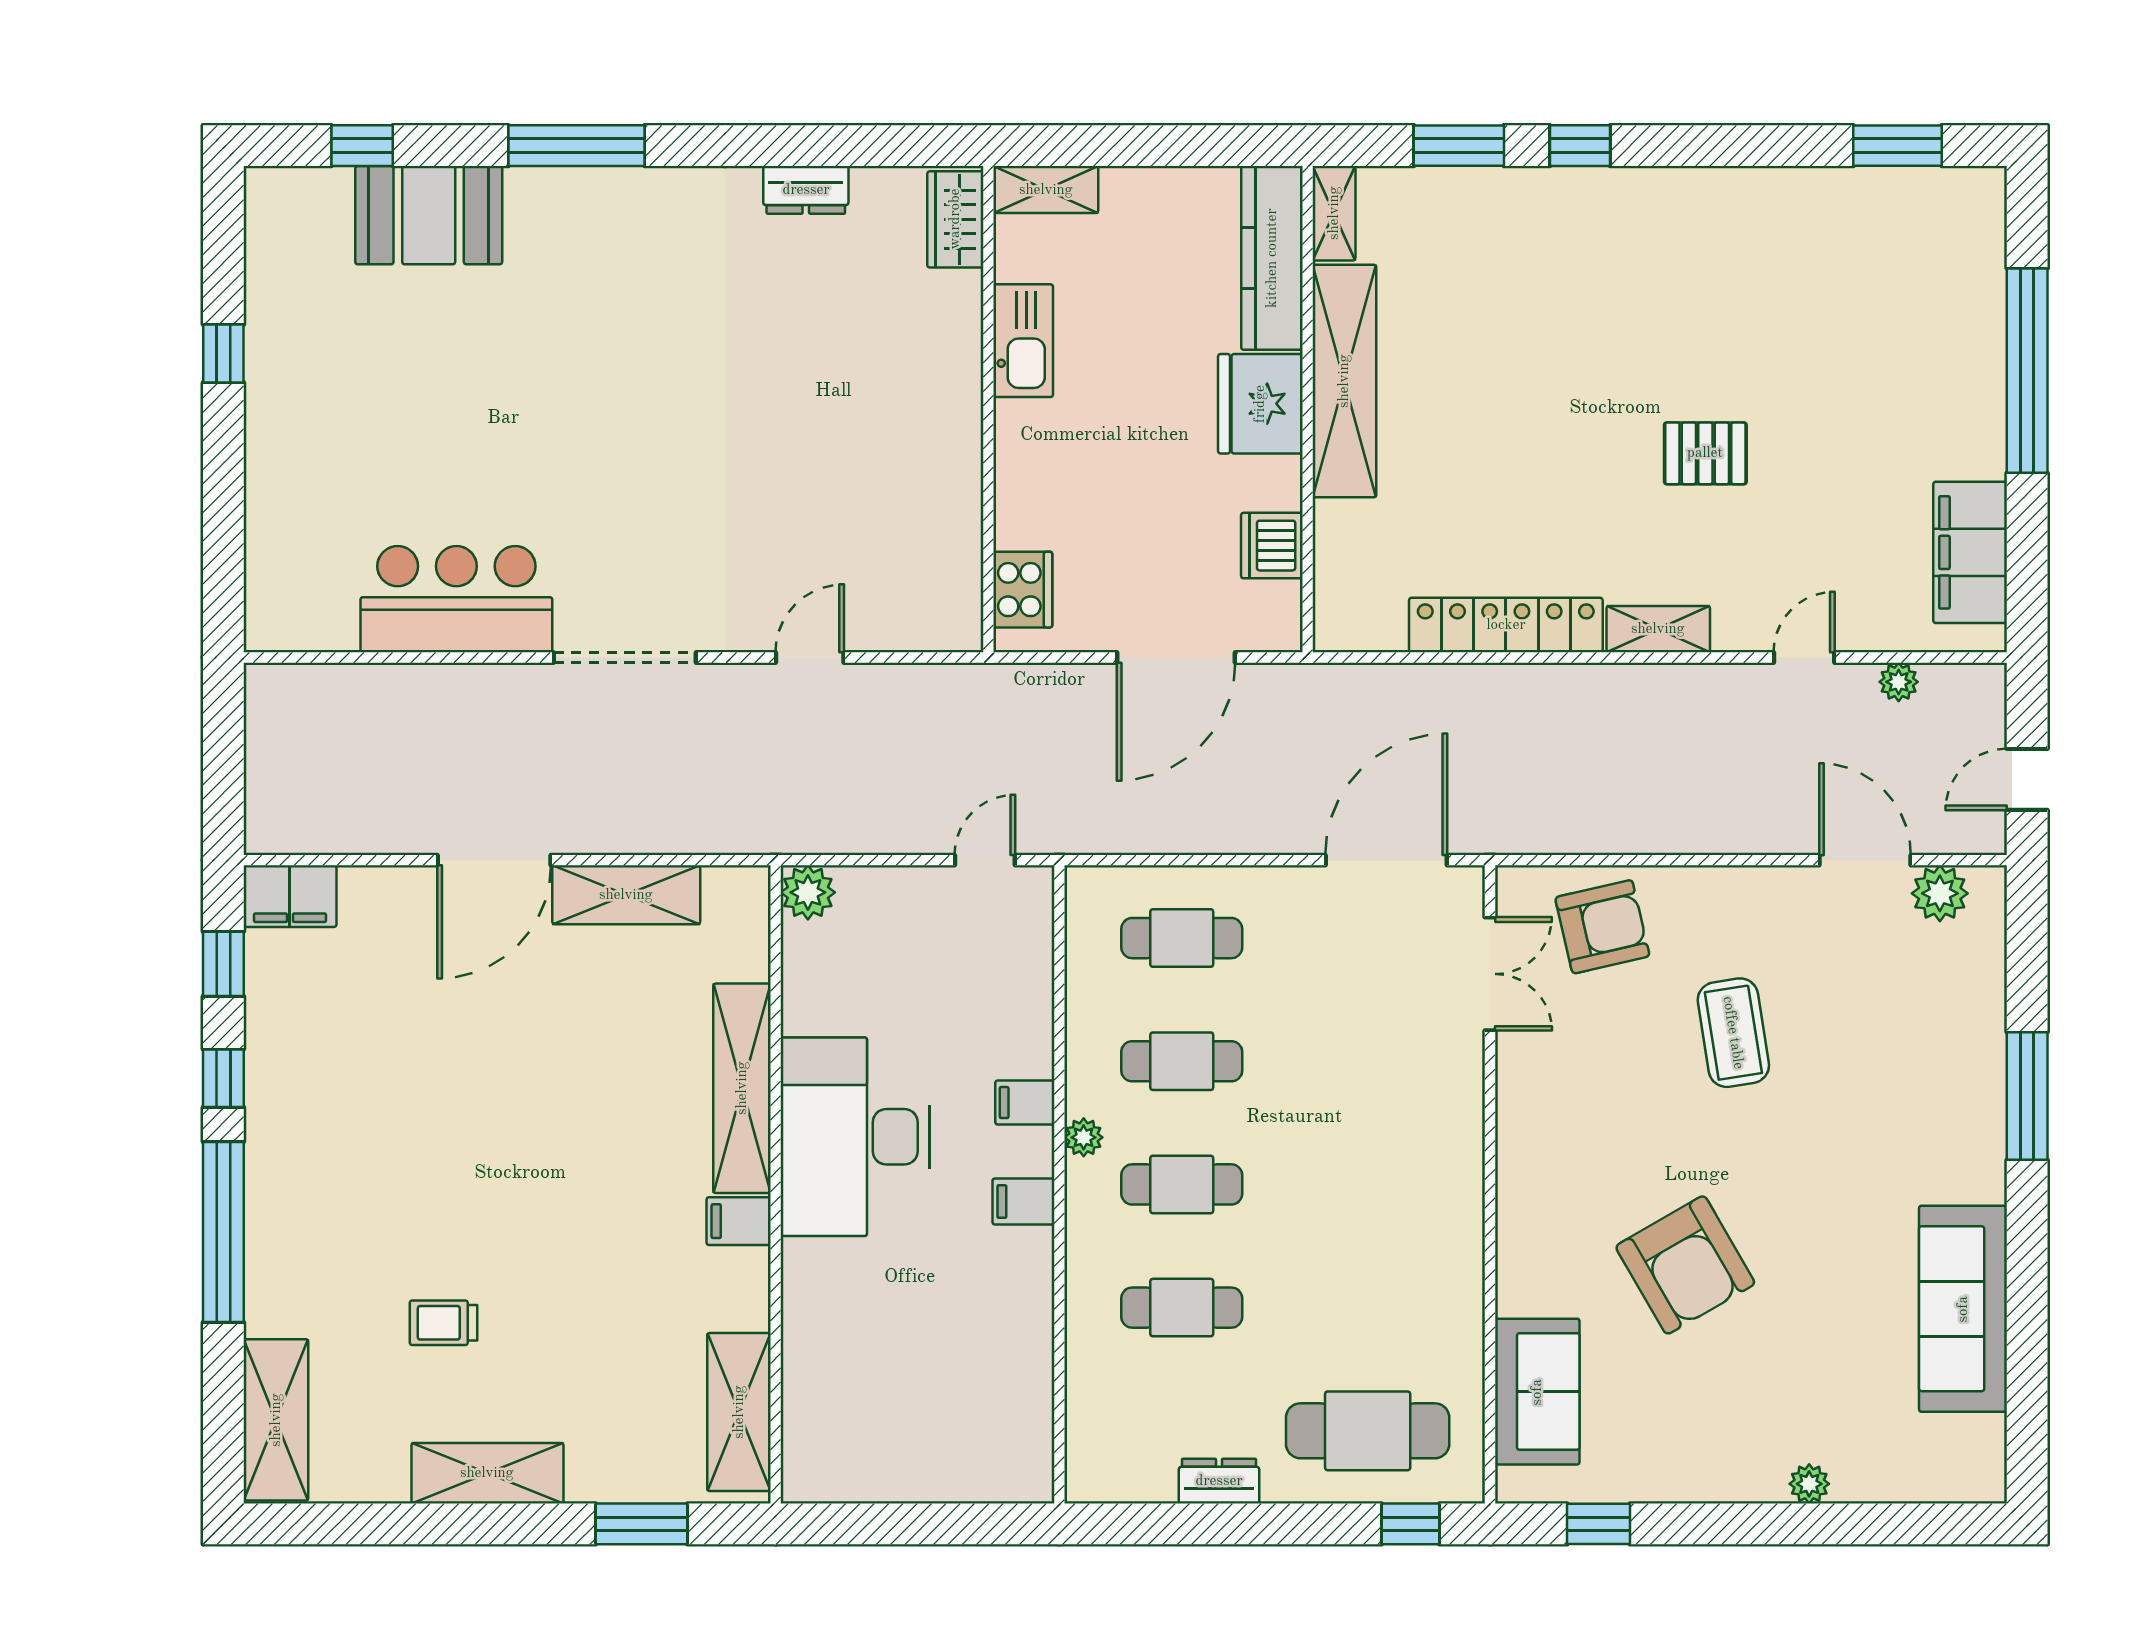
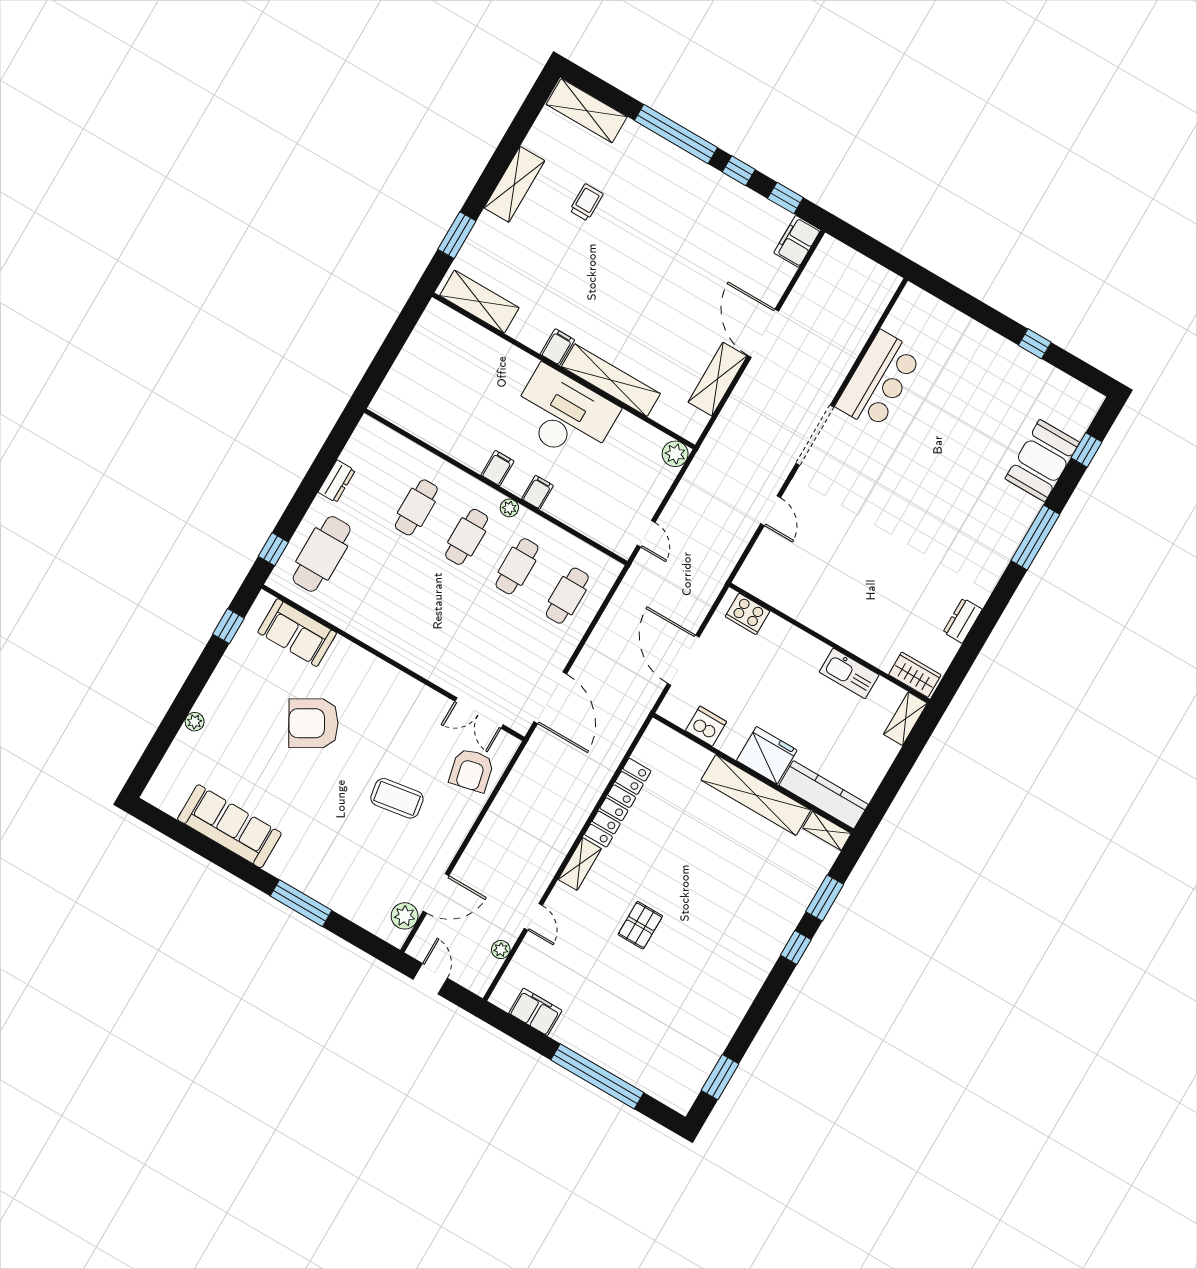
filing cabinet: (1970, 552) -> (535, 1012), width x0.67, depth x0.86

